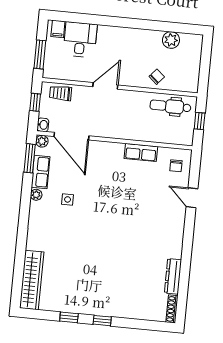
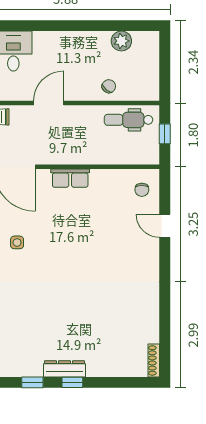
row of seats: (141, 152) -> (70, 178), moved
dresser: (173, 276) -> (64, 369), moved, turned 90

